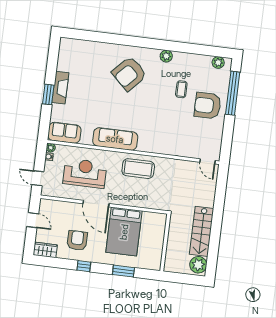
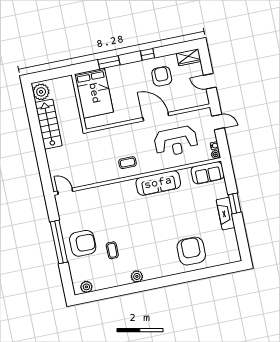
armchair: (129, 74) -> (191, 251), moved, turned -43
window: (233, 93) -> (59, 242), moved
coffee table: (138, 169) -> (128, 163), width x0.54, depth x0.58
bed: (124, 232) -> (94, 93), moved, turned 180
armchair: (77, 240) -> (162, 76), turned 180

